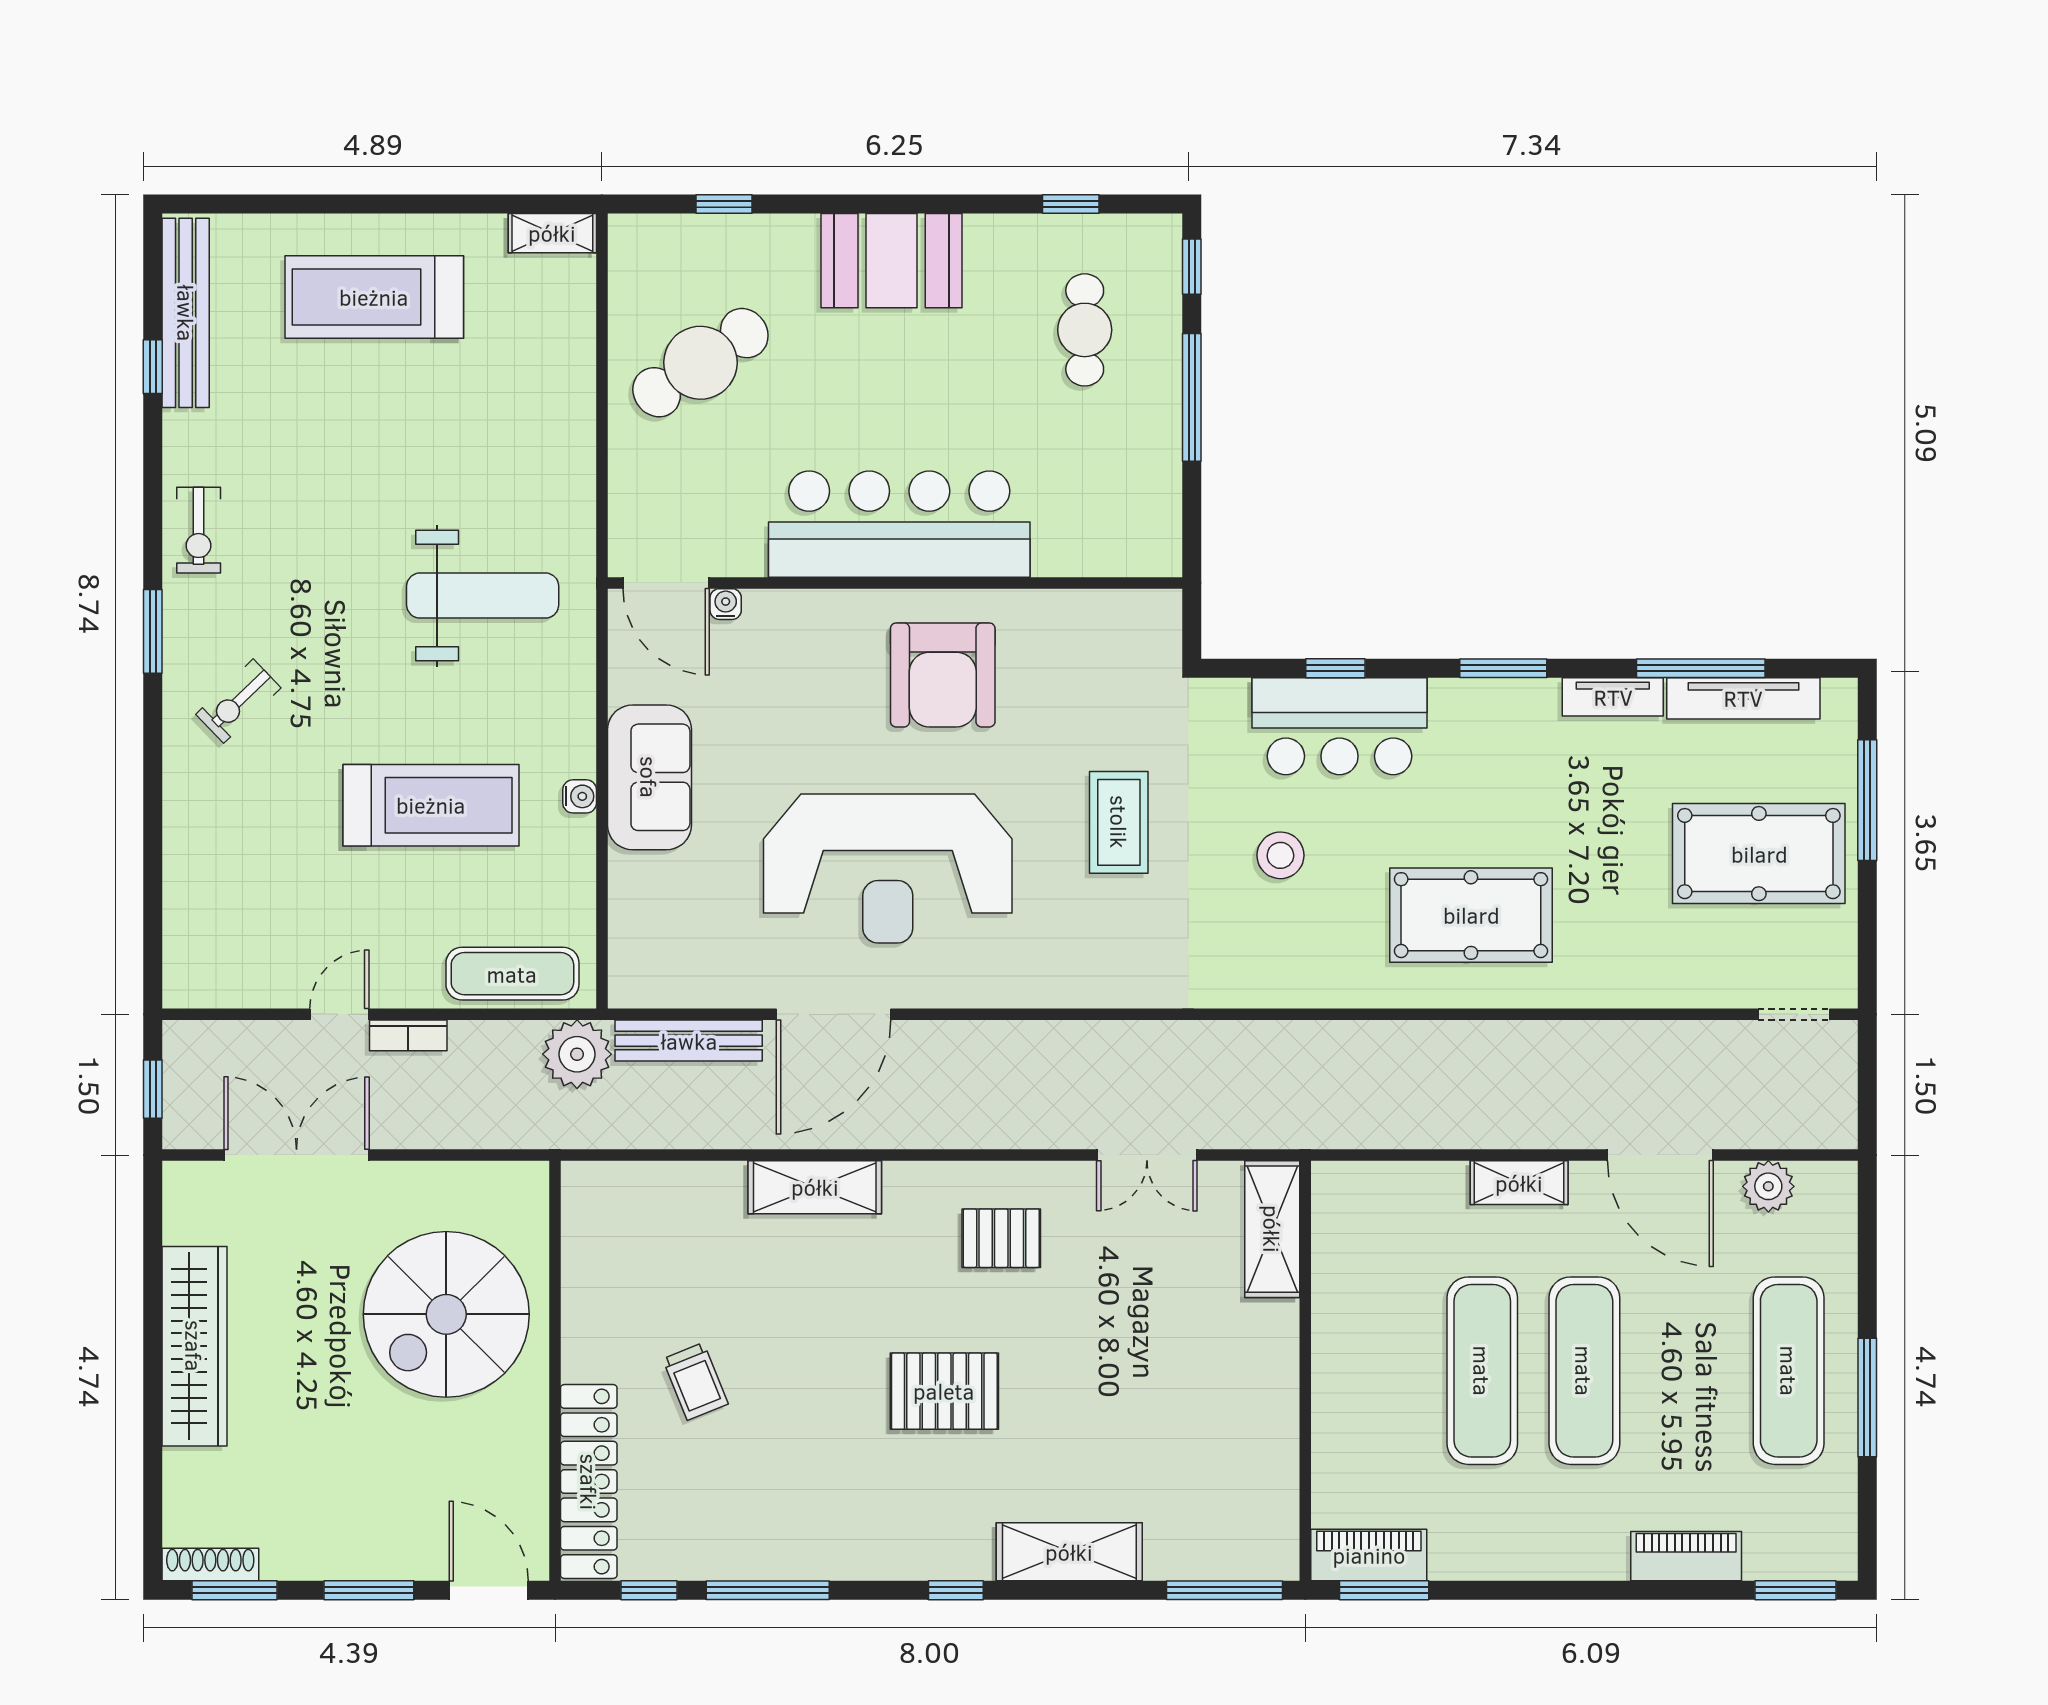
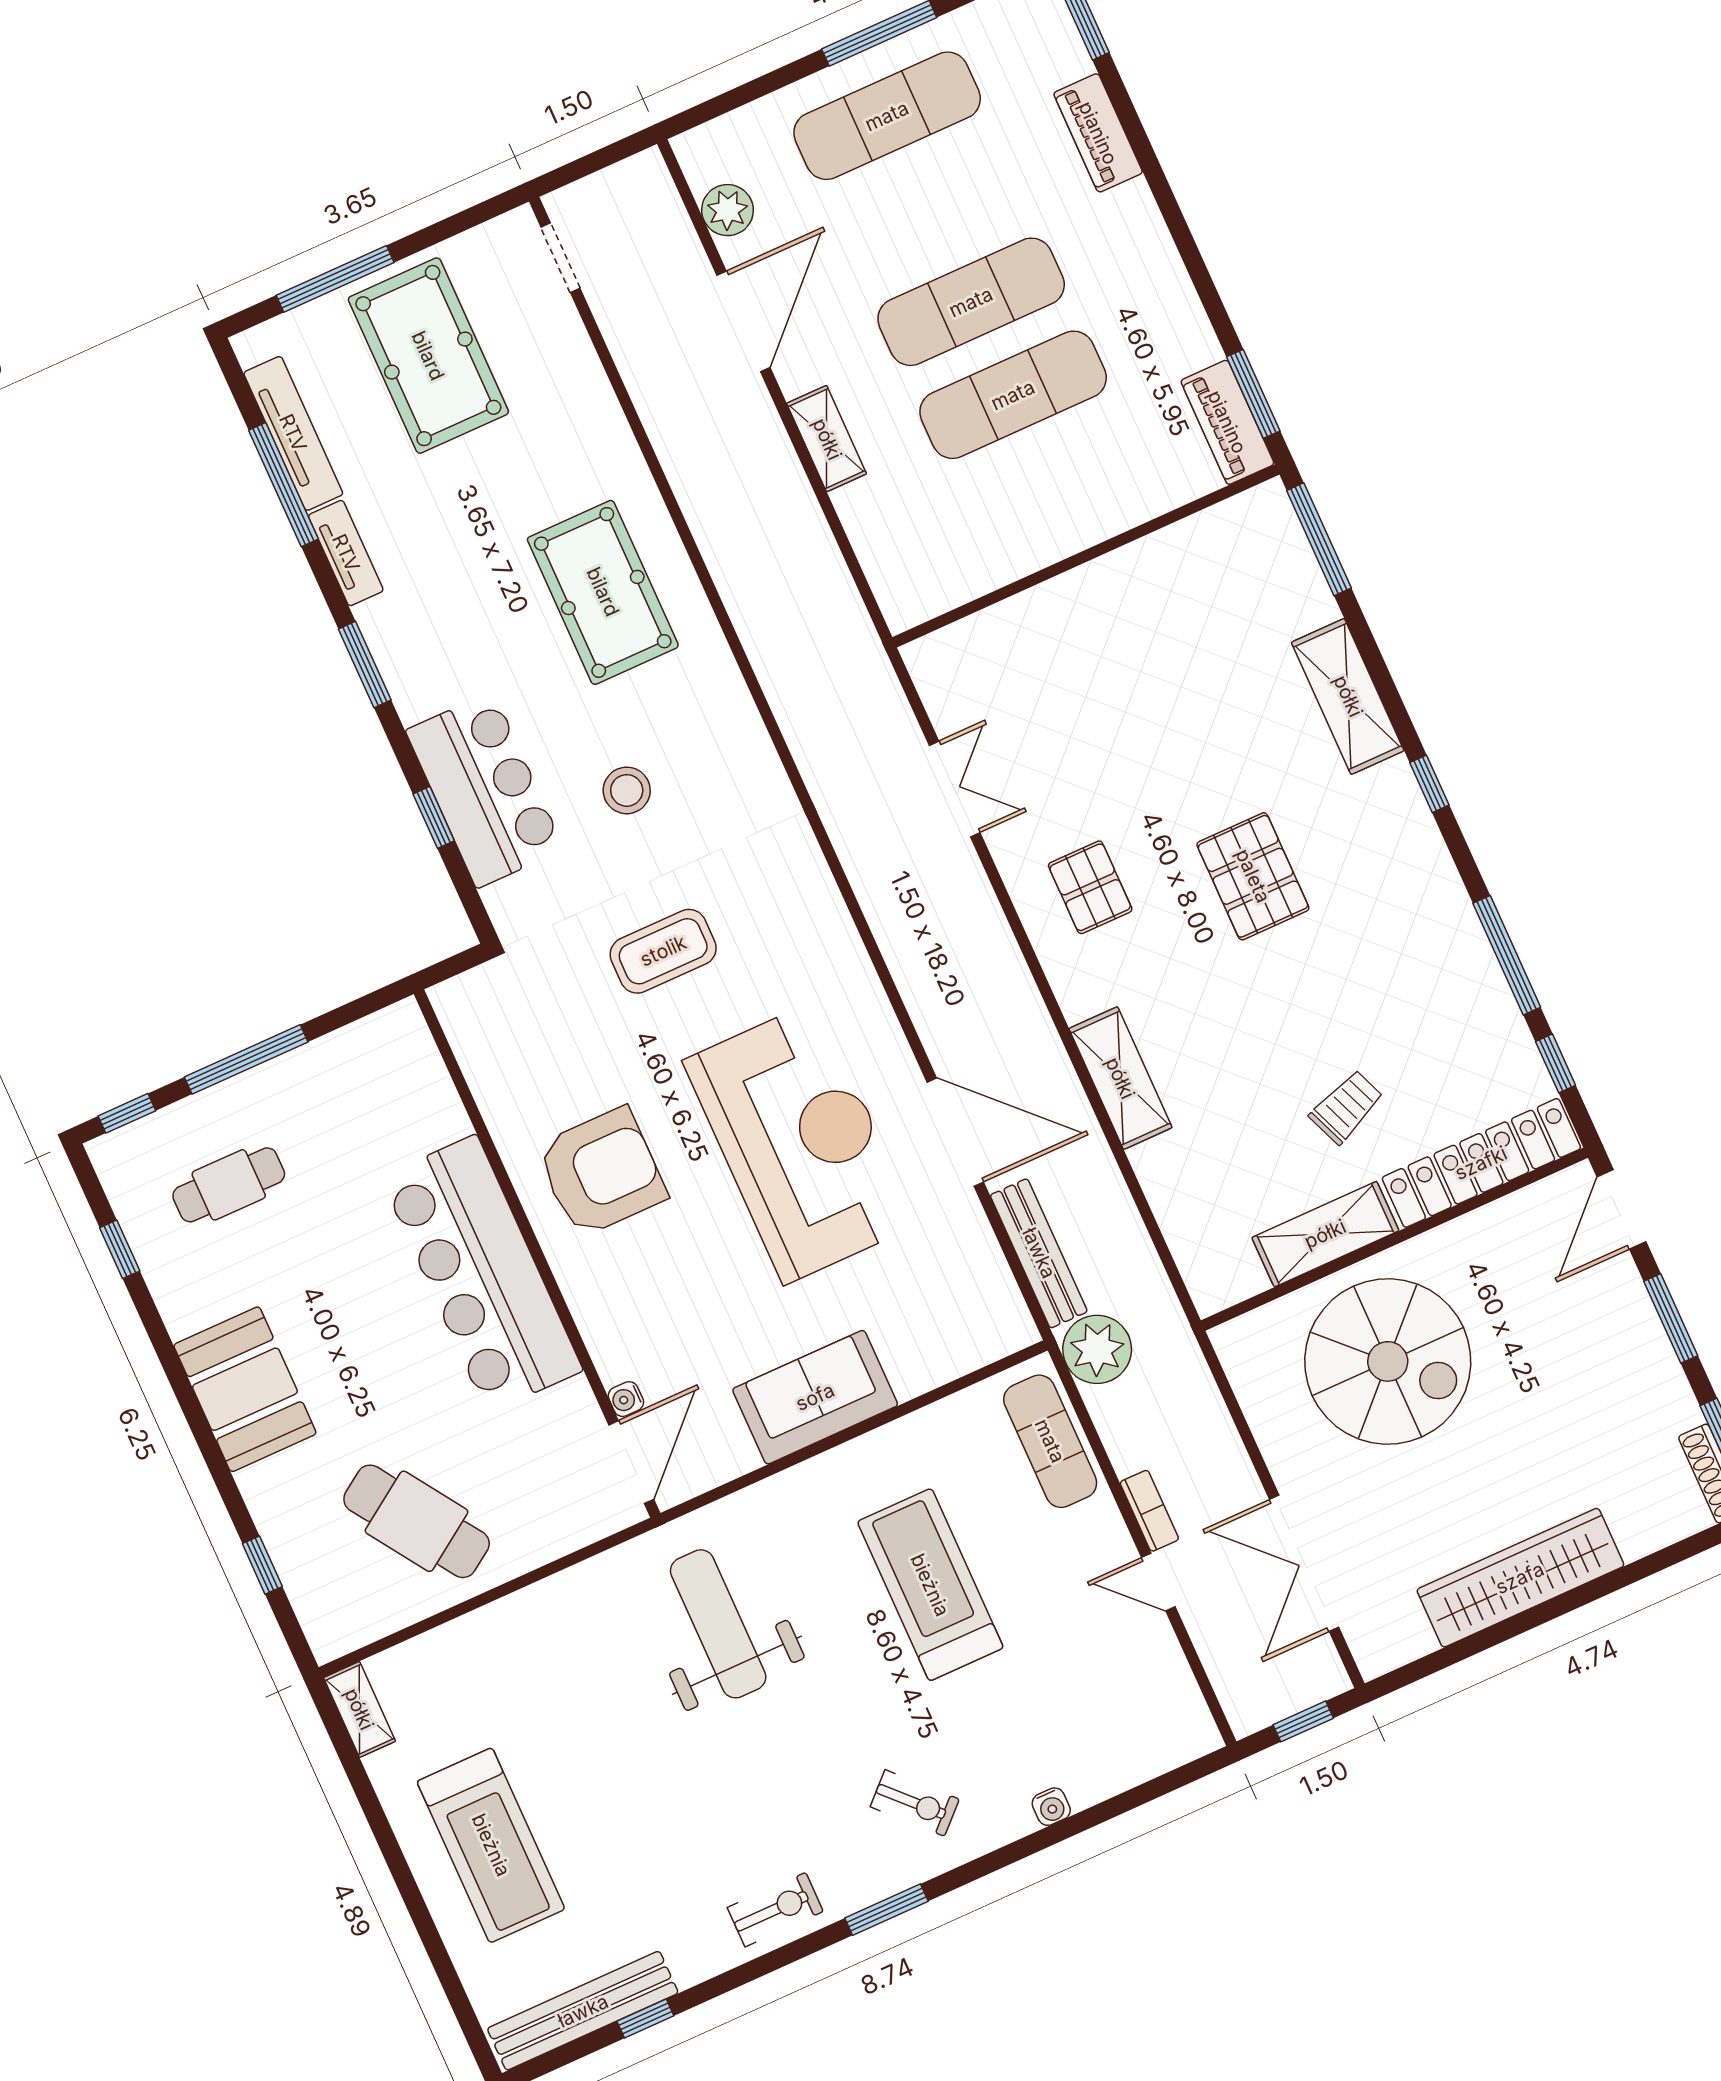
water cooler: (580, 796) -> (1051, 1807), moved, turned 180
shelving: (1272, 1229) -> (1325, 1234), moved

